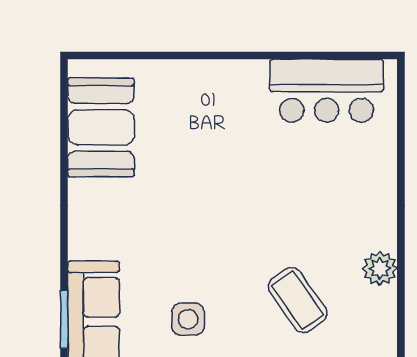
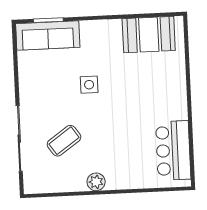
plant: (380, 268) -> (96, 182), moved
side table: (188, 319) -> (89, 85), moved

